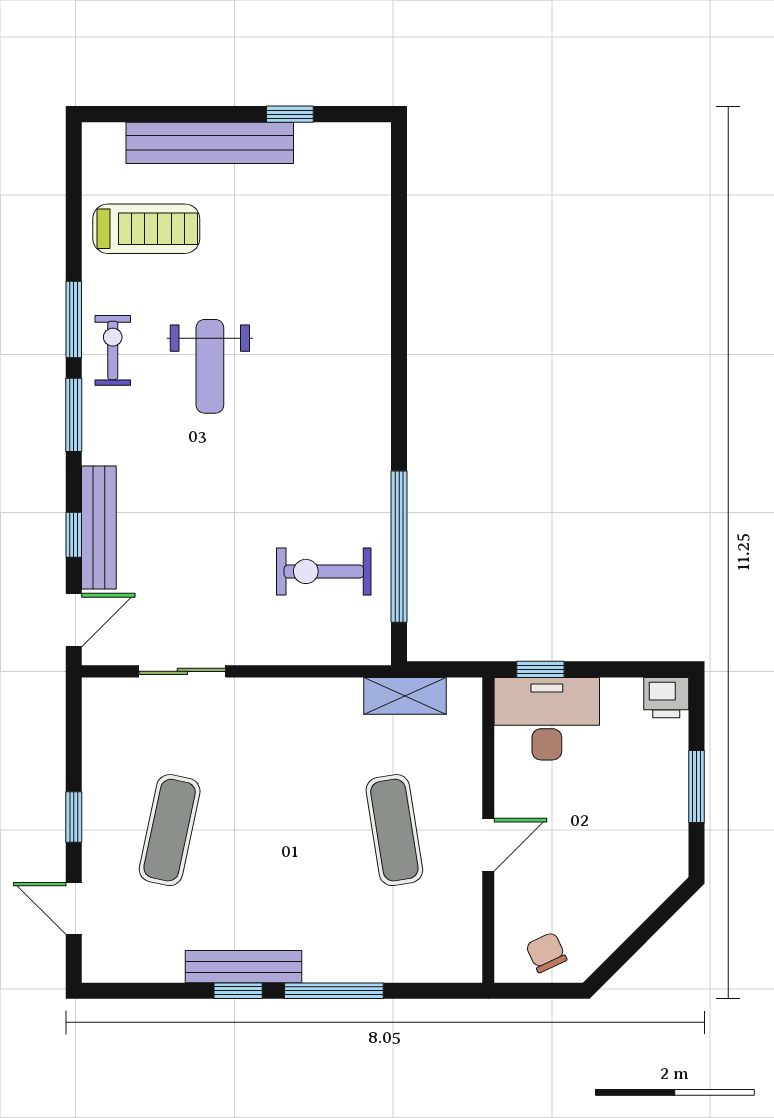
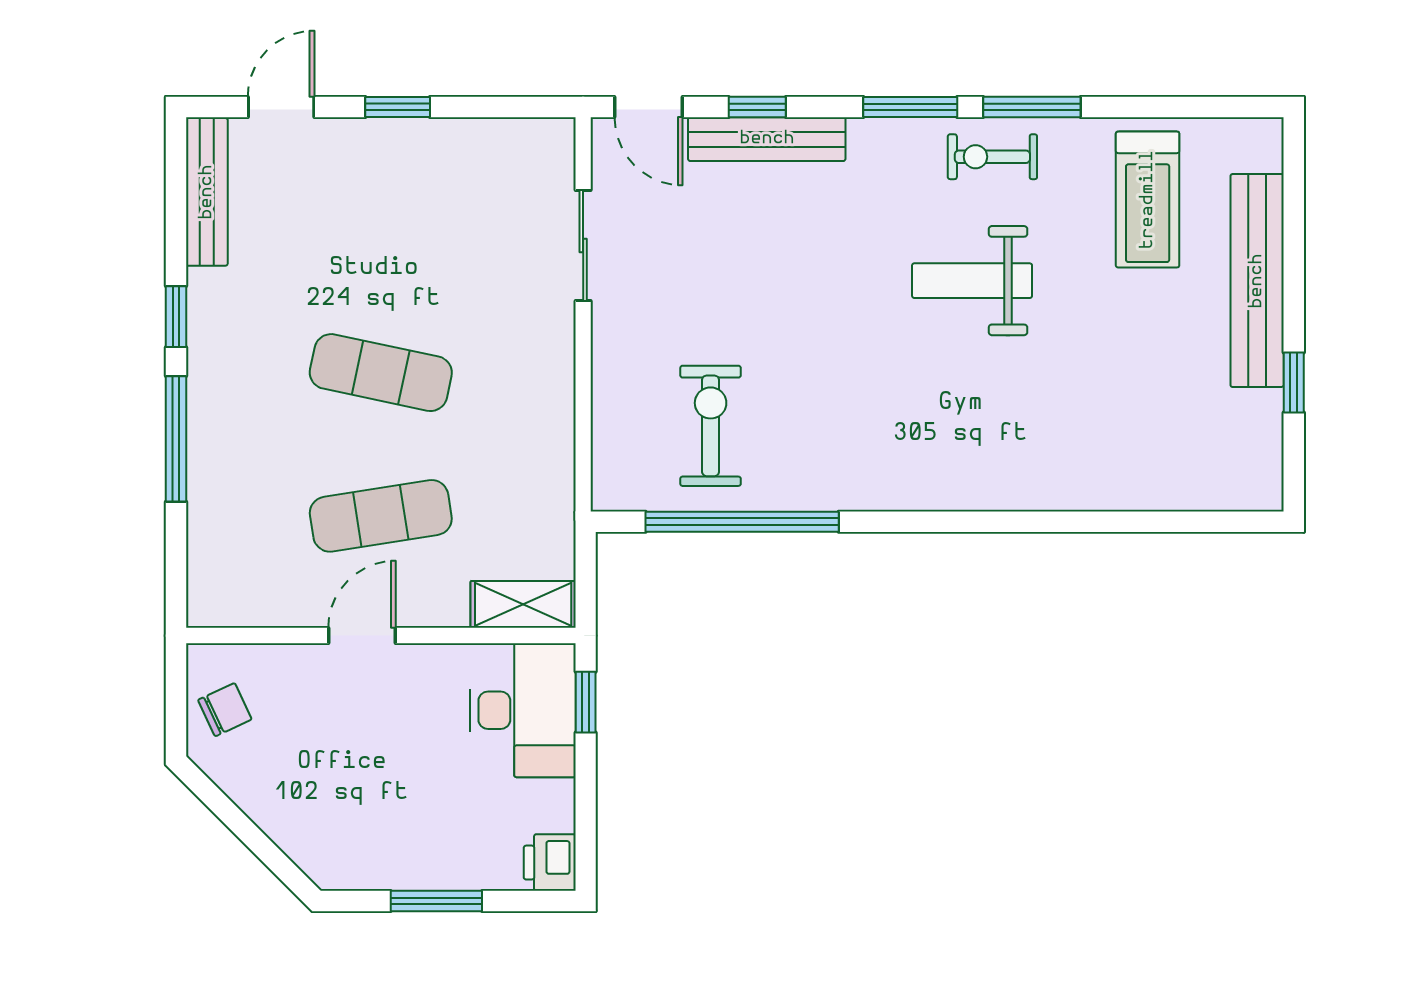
exercise bike: (113, 350) -> (992, 157), turned 180
shelving: (405, 696) -> (523, 604), moved, turned 90
exercise mat: (170, 830) -> (381, 373), moved
door: (488, 845) -> (362, 636), swing flipped
bench: (243, 967) -> (207, 192), moved

